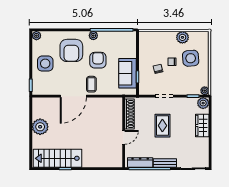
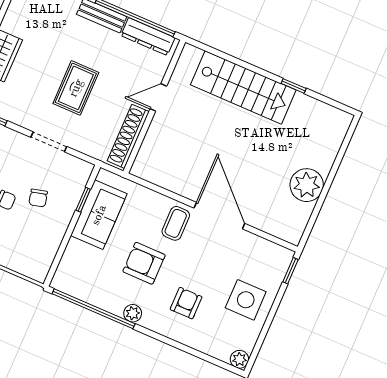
armchair: (71, 50) -> (186, 303), width x0.53, depth x0.53
armchair: (98, 60) -> (144, 263), turned 90
door: (73, 96) -> (219, 216), hinge flipped
stairs: (57, 158) -> (243, 87), moved

